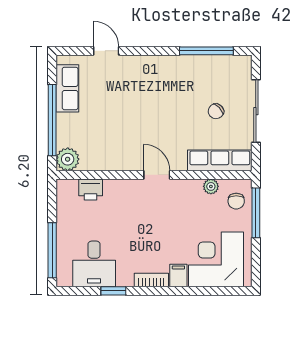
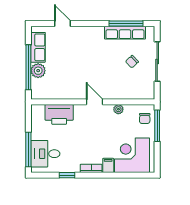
plant: (68, 159) -> (38, 71), moved
row of seats: (220, 160) -> (125, 33), moved, turned 180
plant: (211, 186) -> (118, 109), moved
printer: (91, 189) -> (59, 114), width x1.87, depth x1.48
desk: (94, 264) -> (45, 154), moved, turned 90

